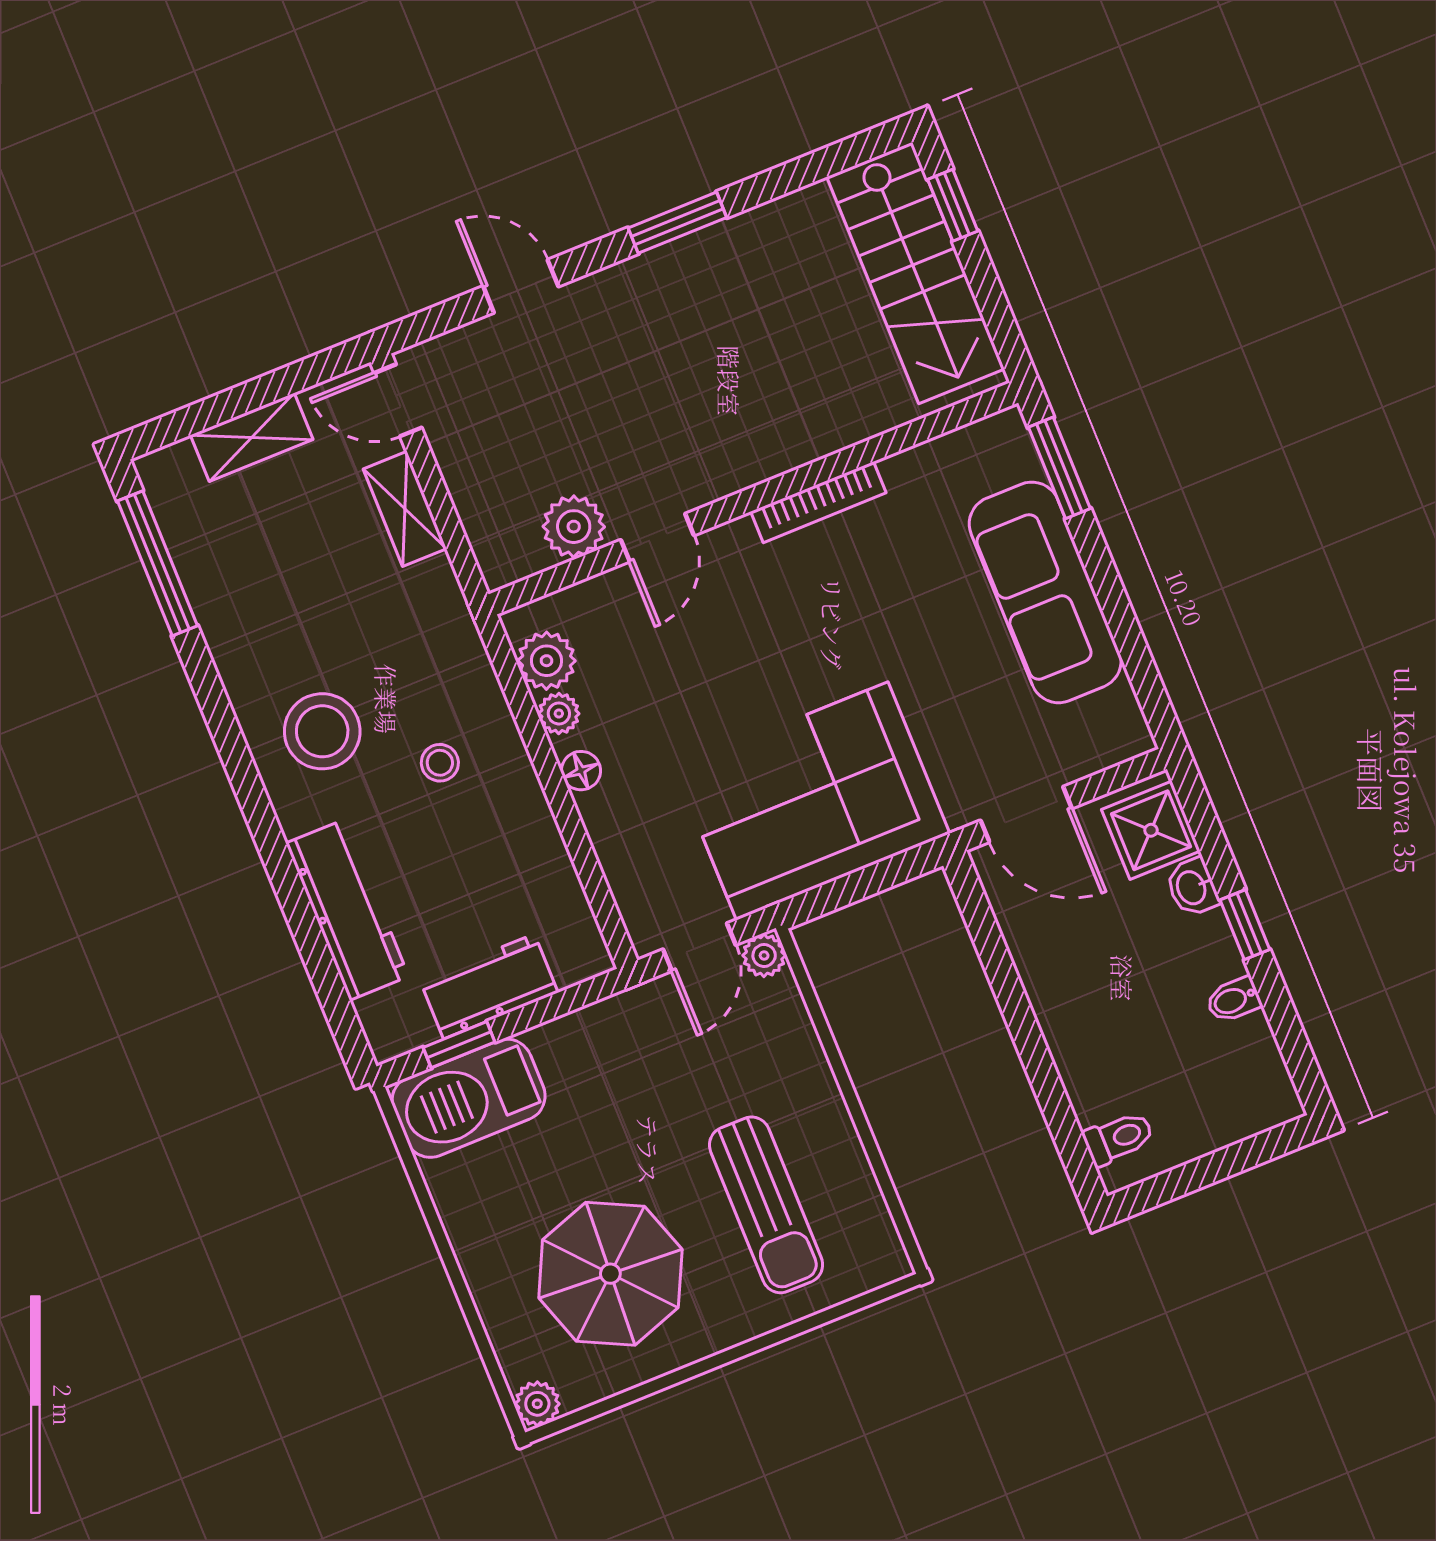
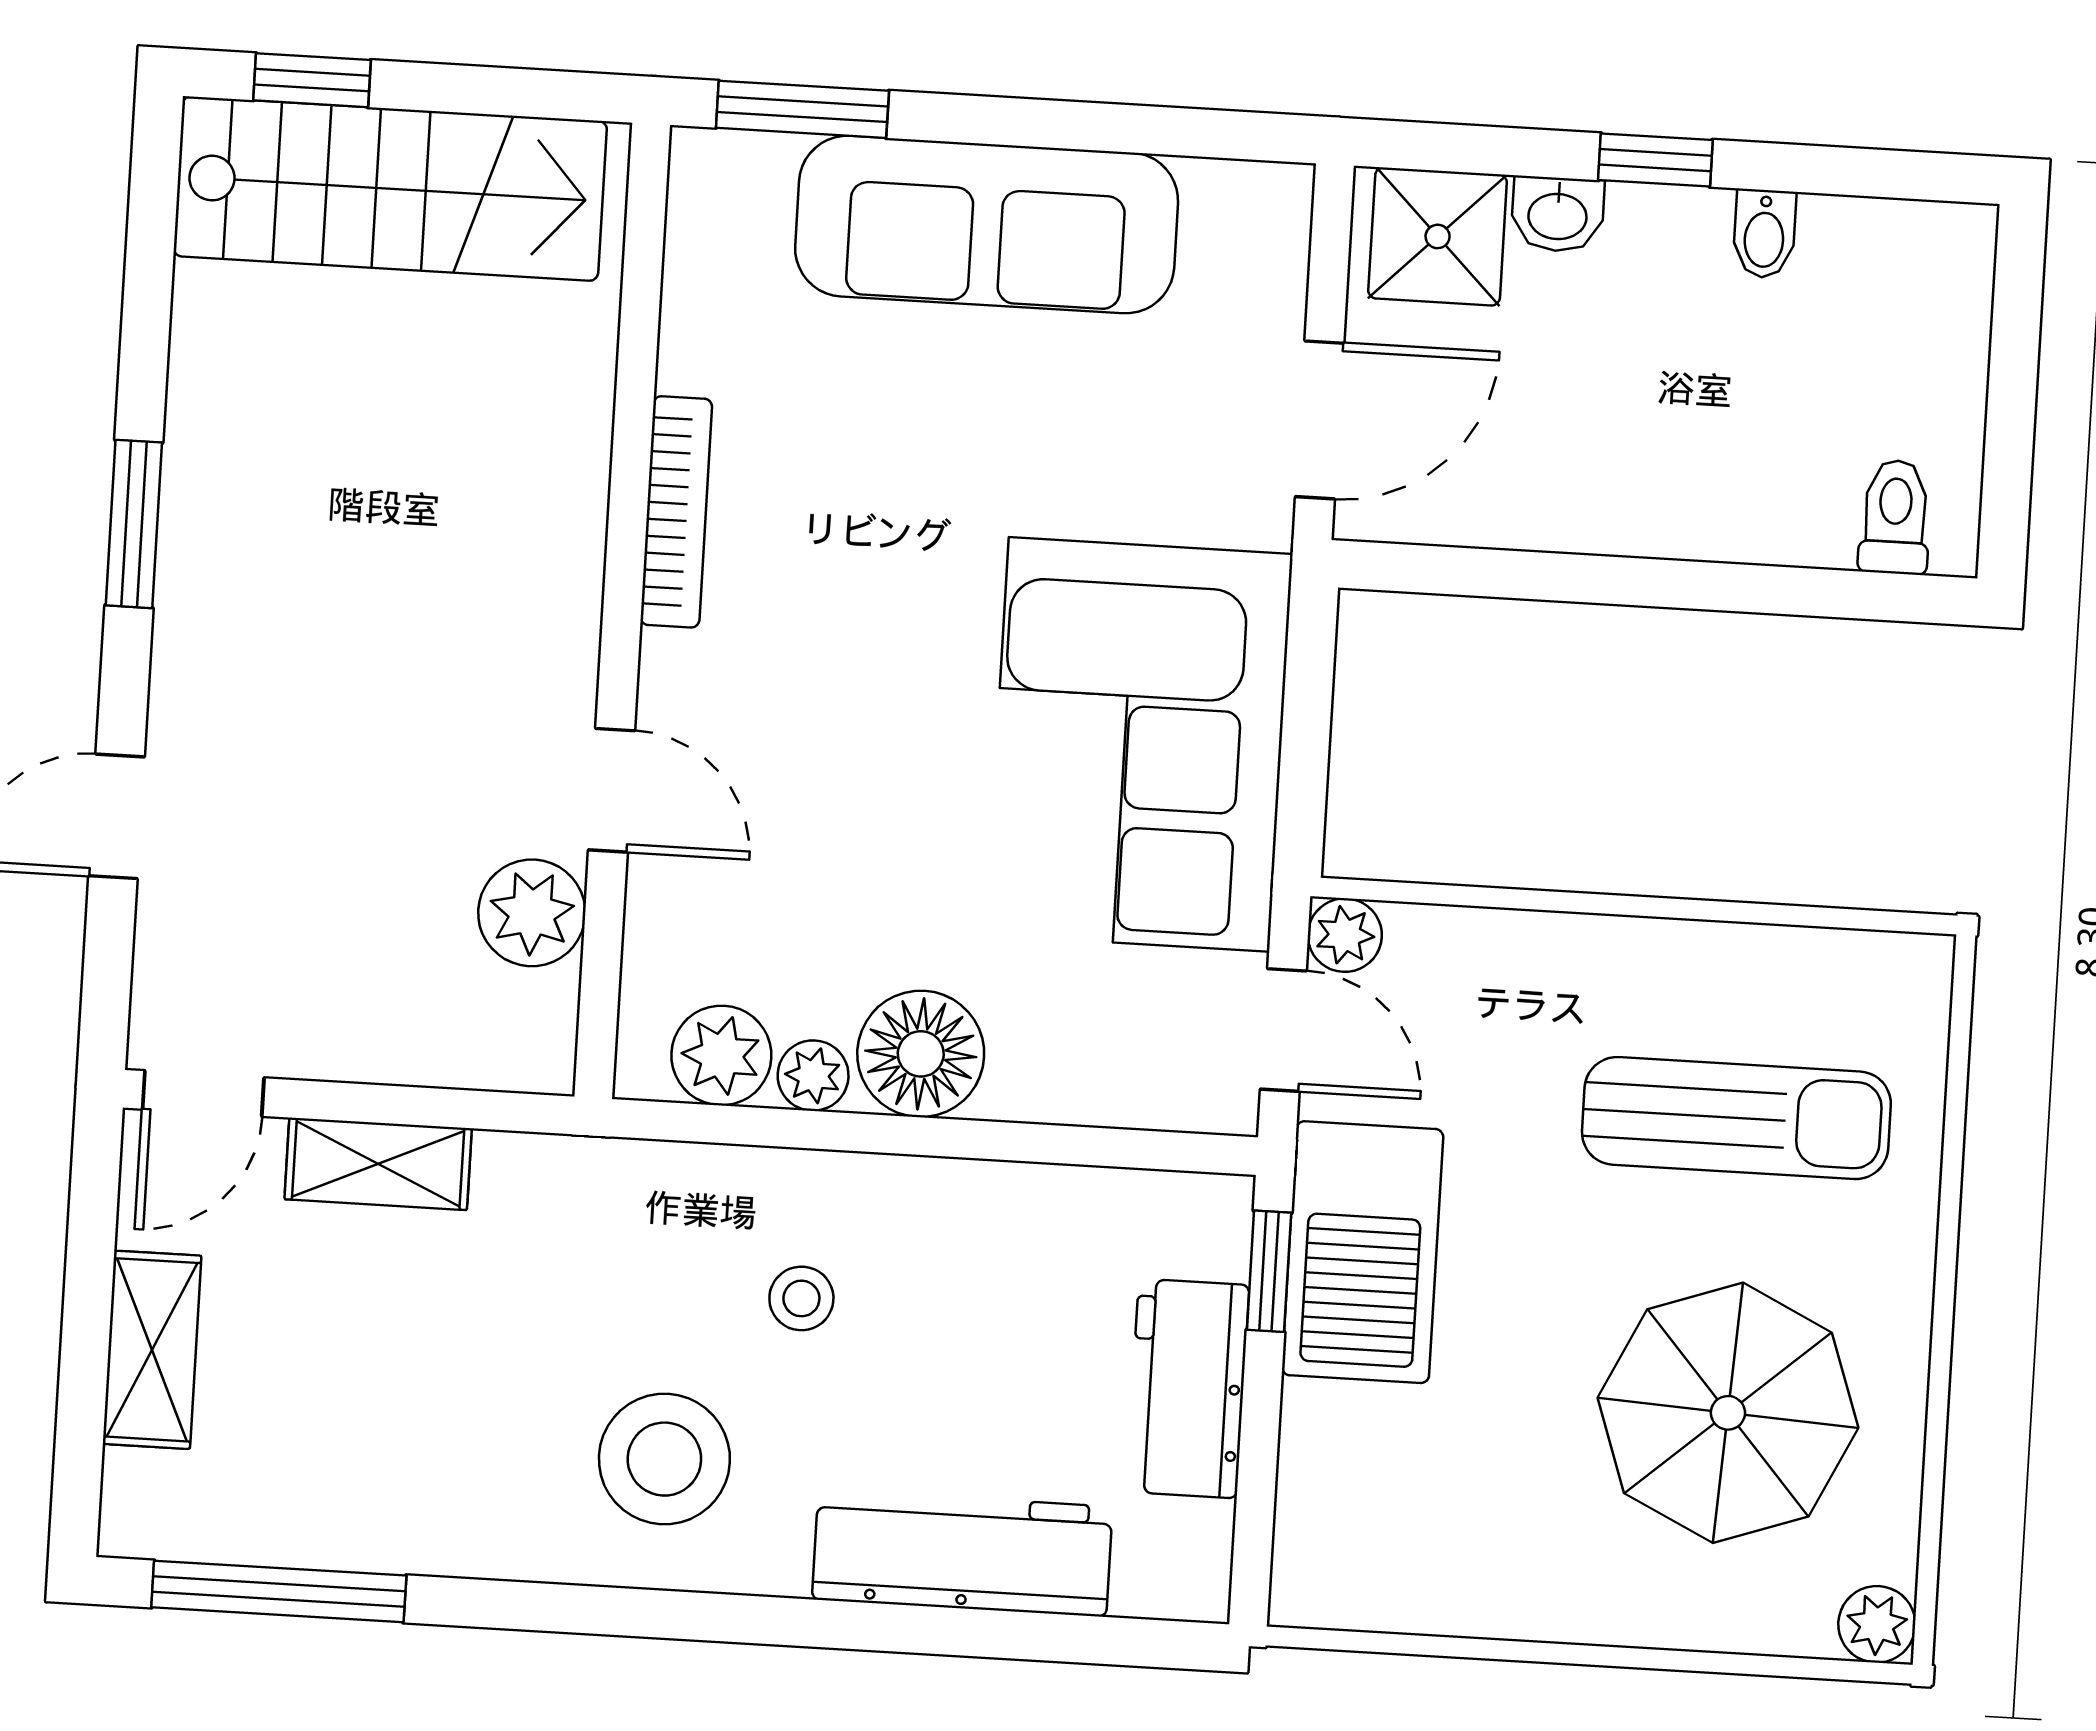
floor lamp: (581, 771) -> (921, 1054), width x1.89, depth x1.89
window: (459, 1045) -> (1269, 1271), moved
barbecue: (469, 1098) -> (1363, 1252), moved

